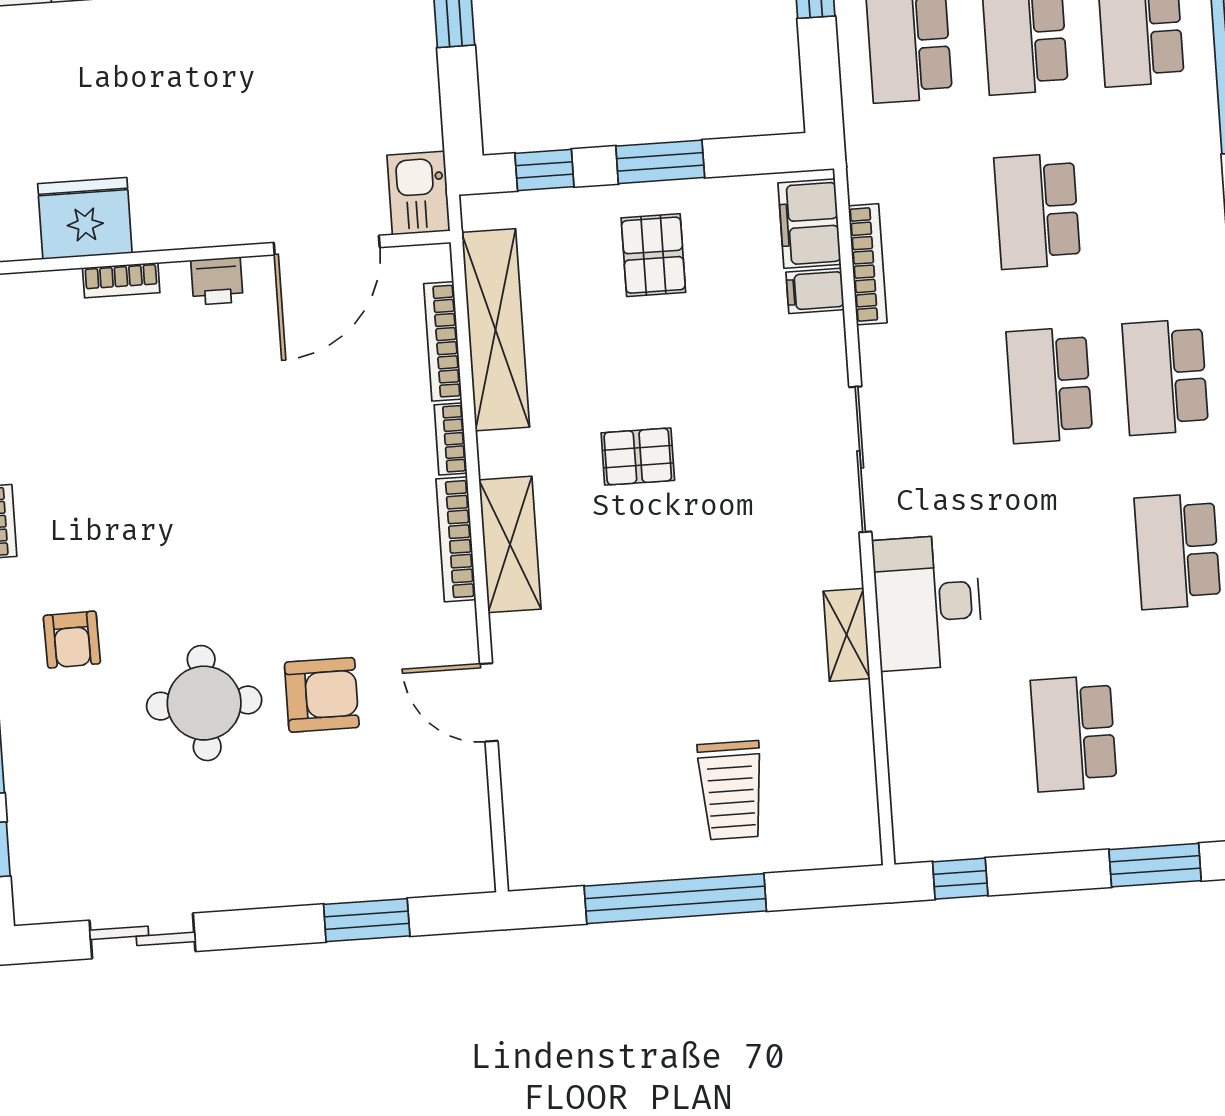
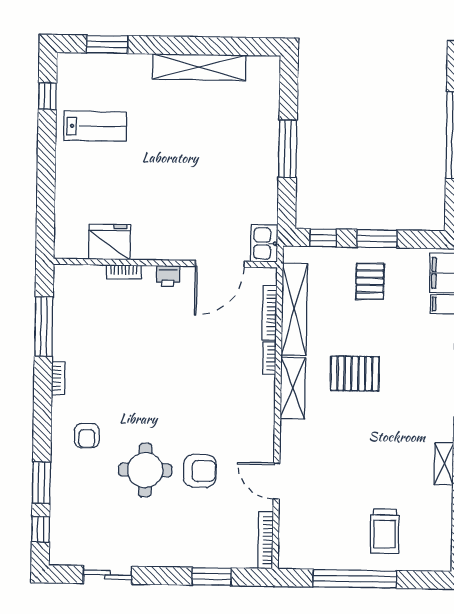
pallet: (638, 457) -> (355, 374), width x1.50, depth x1.42
bookcase: (456, 539) -> (266, 540), moved
shelving: (510, 544) -> (293, 388), moved

